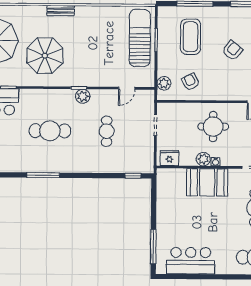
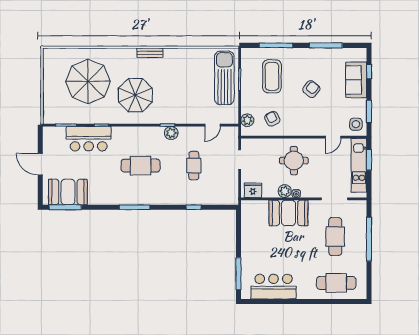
window: (133, 176) -> (194, 207), moved

